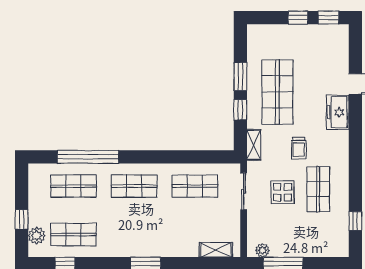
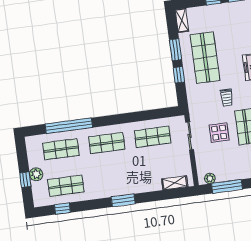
shelving: (254, 145) -> (182, 20), moved
plant: (37, 236) -> (36, 174), moved

